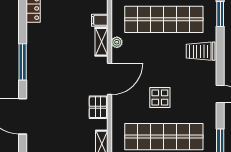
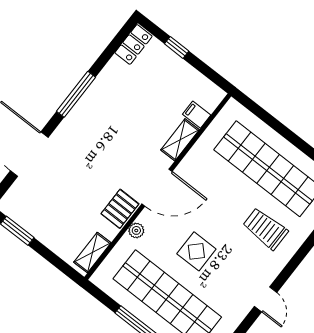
plant: (117, 42) -> (136, 230), moved
trolley: (201, 51) -> (265, 229), moved

